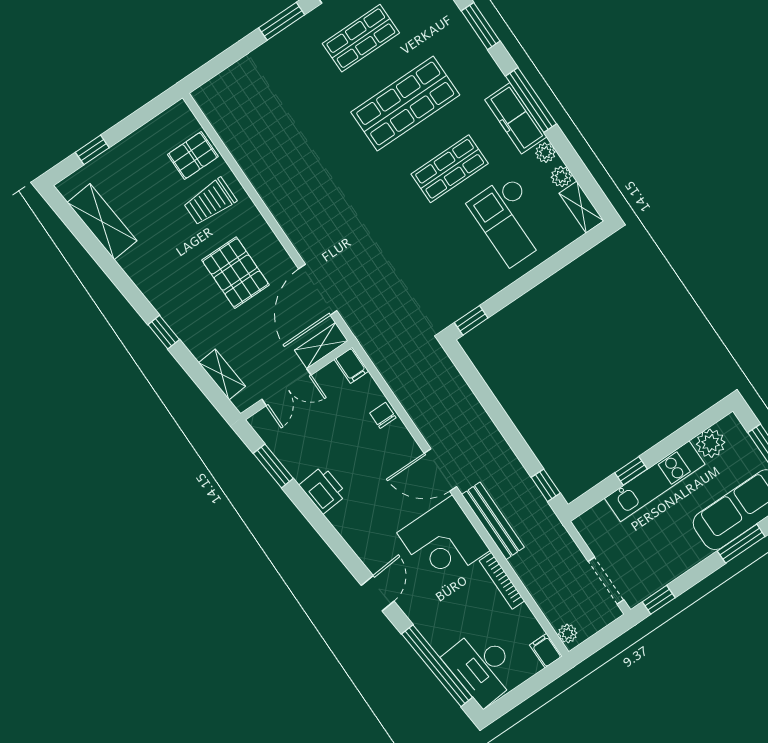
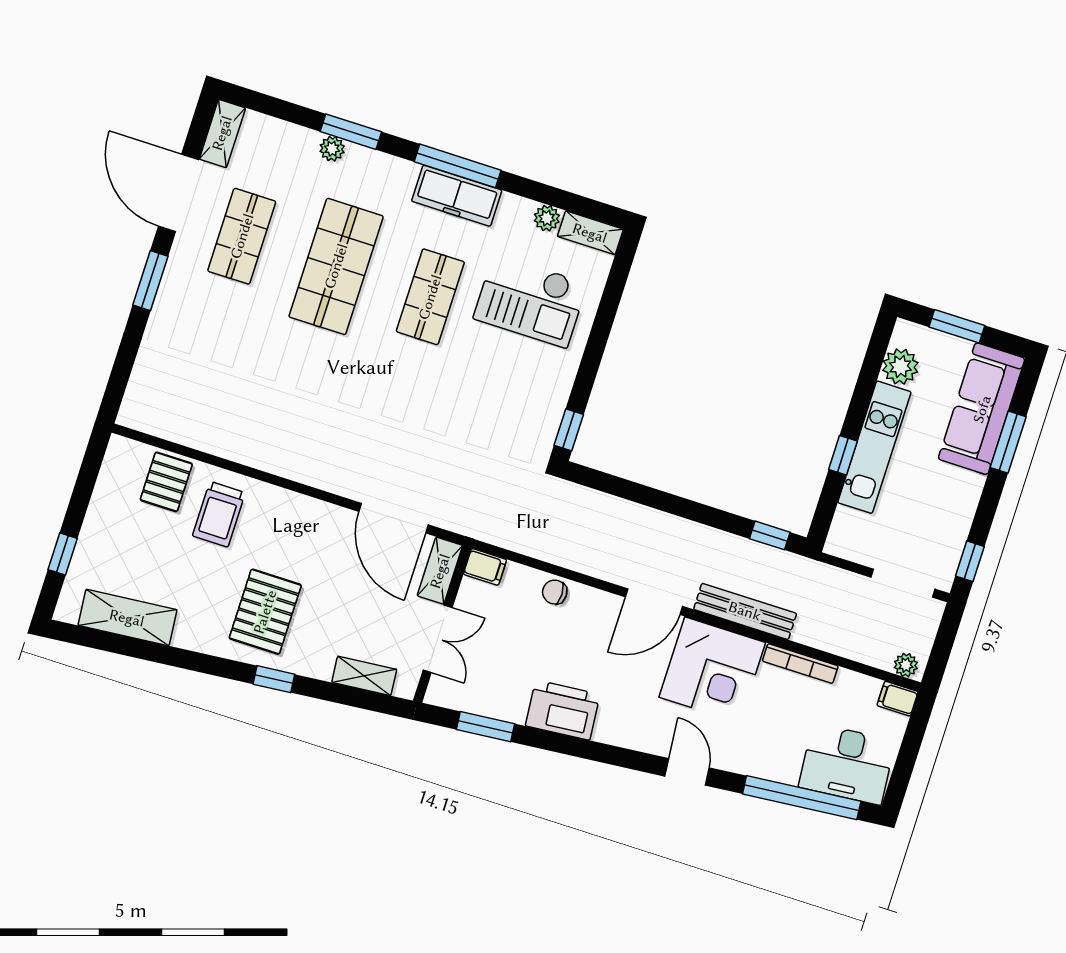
plant: (545, 153) -> (332, 149), moved
pallet: (236, 273) -> (265, 612), moved, turned 90
printer: (323, 490) -> (563, 710), width x1.37, depth x1.19

